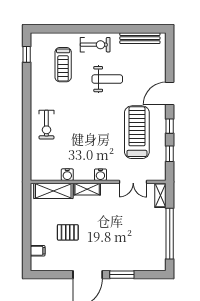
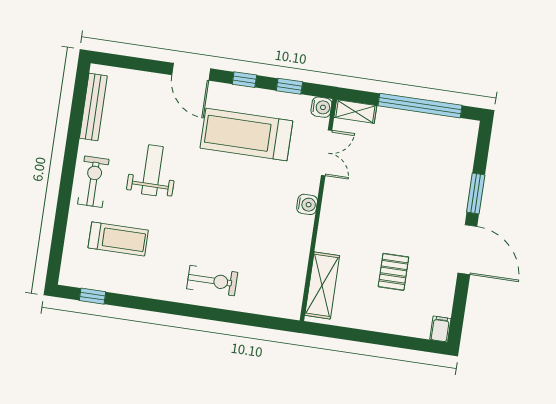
water cooler: (67, 175) -> (321, 107), moved
shelving: (87, 189) -> (327, 230), removed
filing cabinet: (38, 251) -> (440, 329), moved

